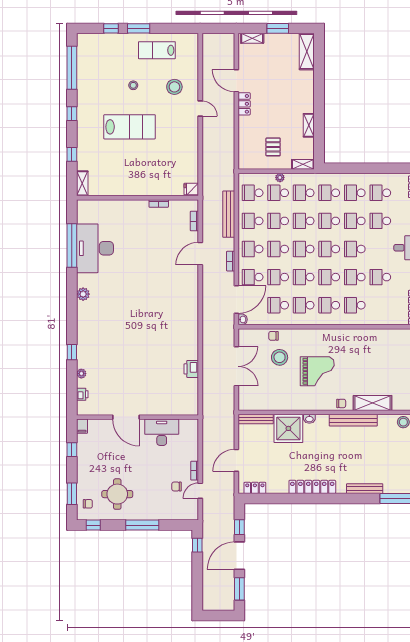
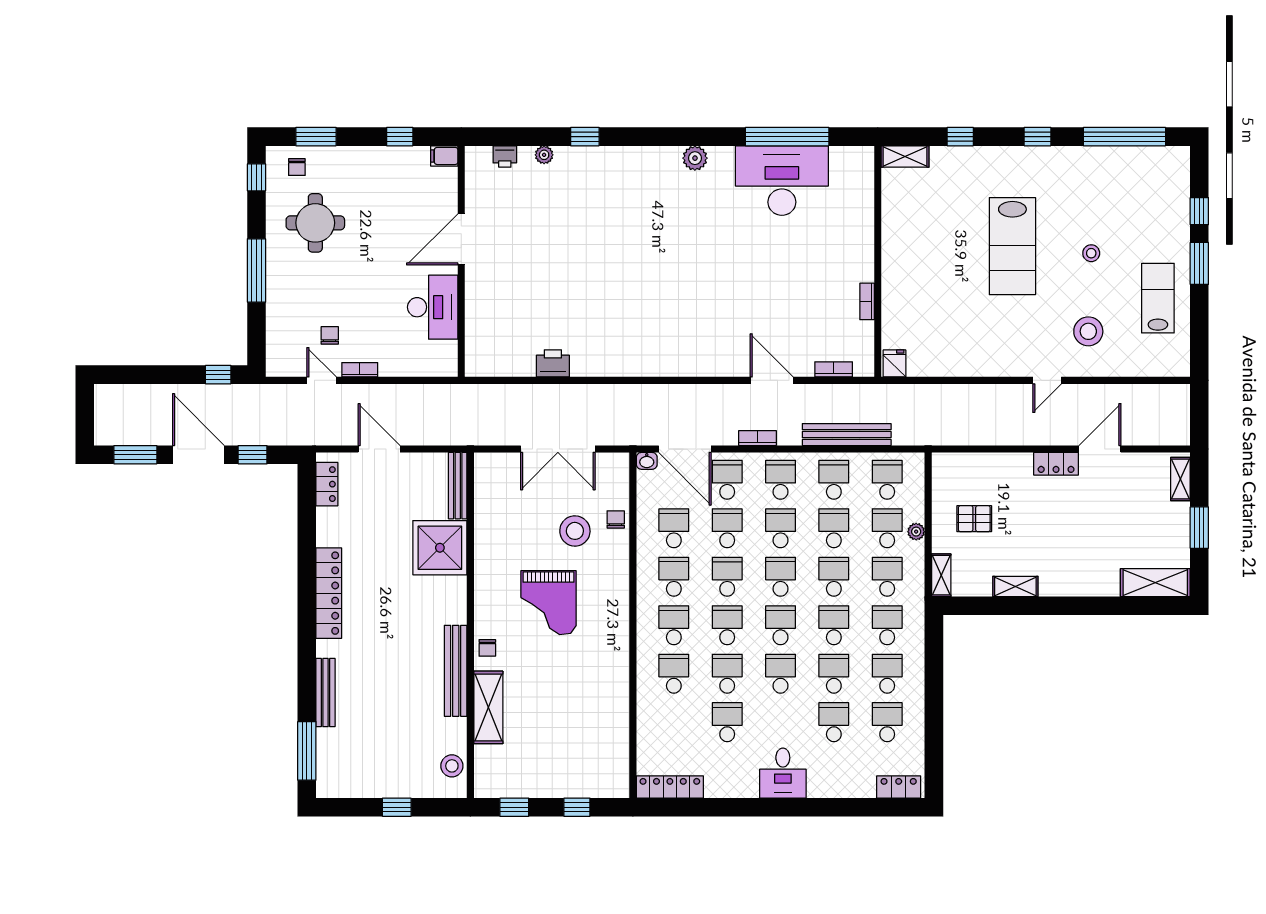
washbasin: (309, 419) -> (458, 588), removed

